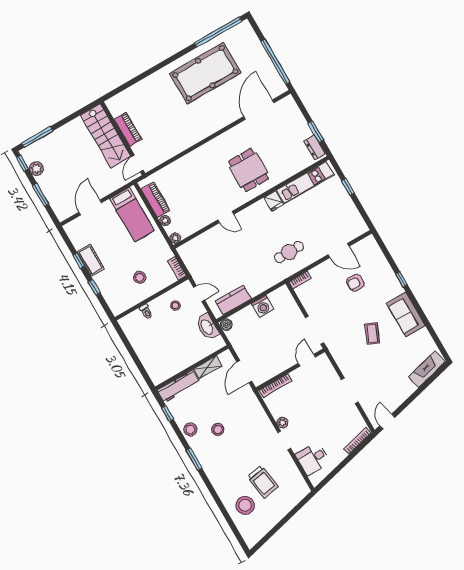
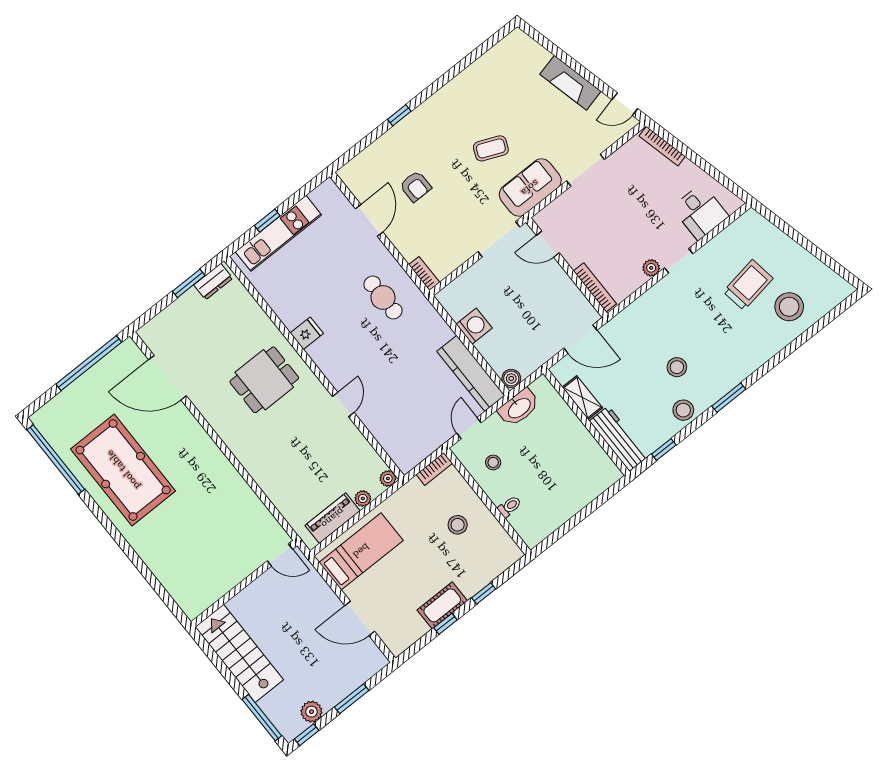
piano: (128, 129) -> (229, 578), removed
stairs: (106, 136) -> (239, 653), moved, turned -90
kitchen unit: (305, 183) -> (278, 233), moved, turned 90
kitchen counter: (233, 300) -> (471, 373), width x1.50
sofa: (406, 314) -> (530, 188), moved, turned 180
fireplace: (427, 369) -> (570, 83), moved

